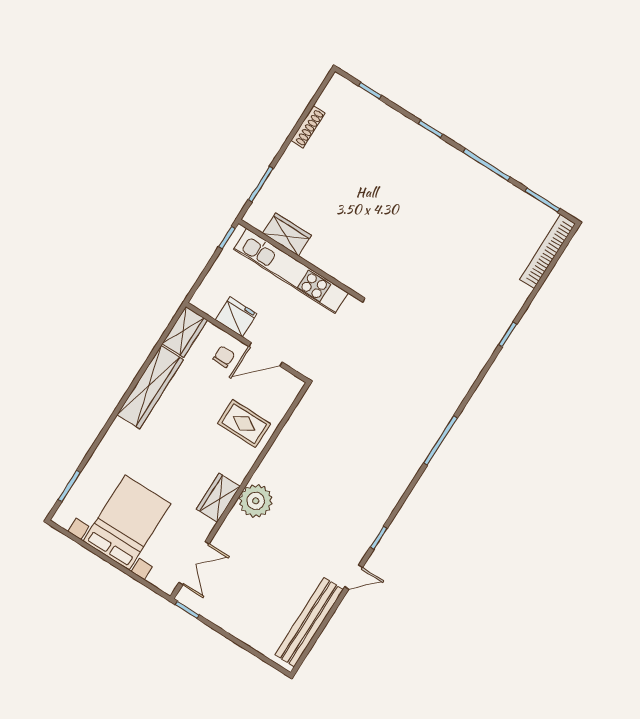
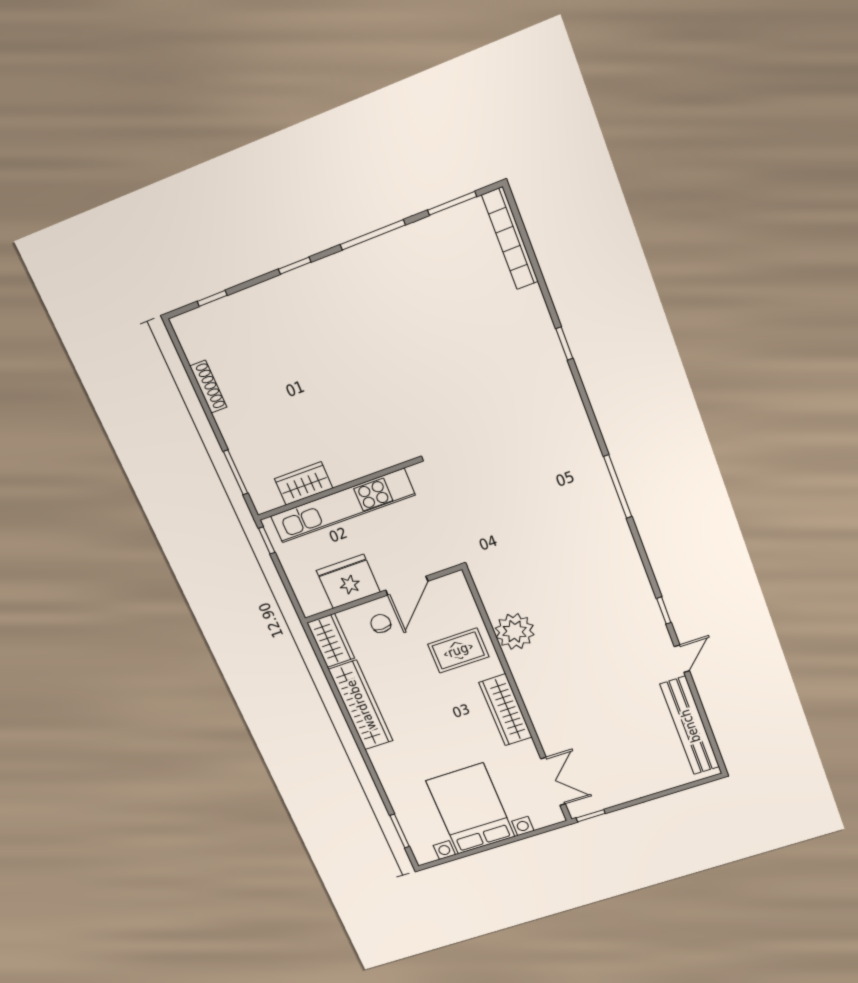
fridge: (236, 317) -> (348, 581), width x1.36, depth x1.34
wardrobe: (218, 498) -> (506, 710), width x1.50
plant: (256, 501) -> (515, 631), moved

